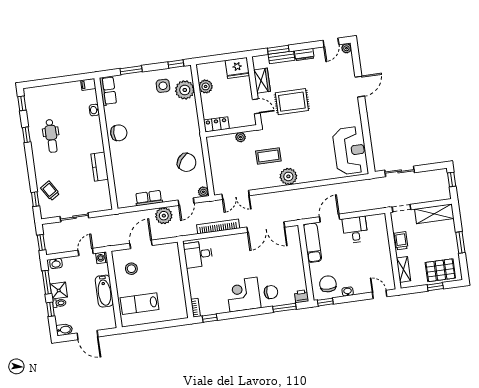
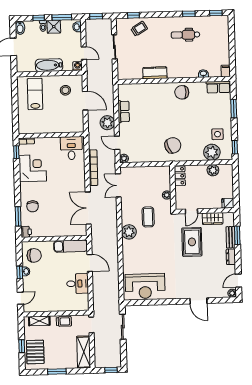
door: (331, 42) -> (238, 281), hinge flipped
fridge: (237, 68) -> (228, 203), width x0.53, depth x0.75
chair: (119, 133) -> (182, 92), turned 90
chair: (187, 162) -> (173, 145), moved, turned -150
corner desk: (244, 294) -> (33, 168), moved
window: (325, 302) -> (20, 272), moved

